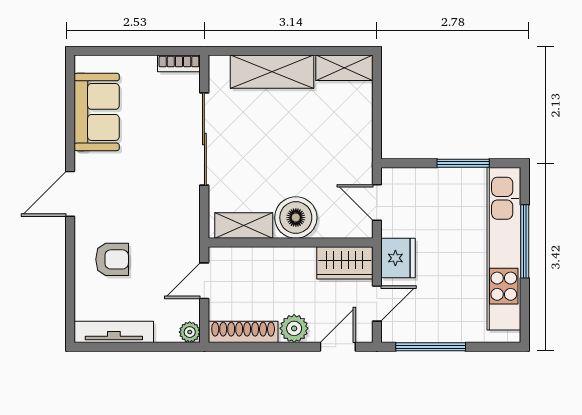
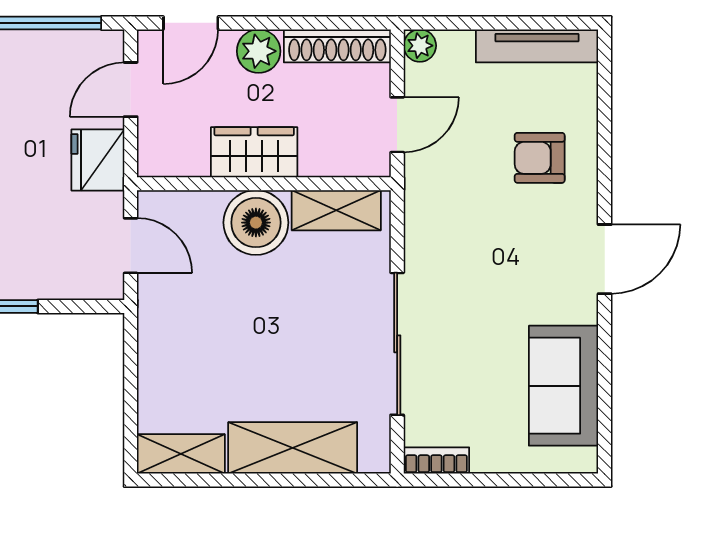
wardrobe: (345, 263) -> (254, 152), moved

